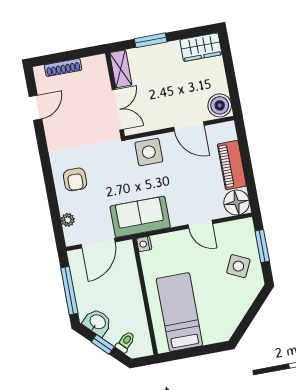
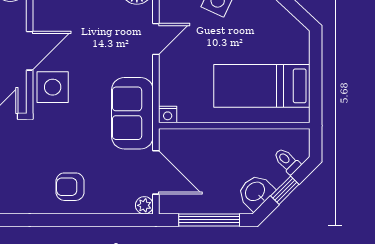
door: (189, 126) -> (30, 51), moved
armchair: (75, 179) -> (70, 187), turned 180
plant: (68, 220) -> (144, 205), moved

